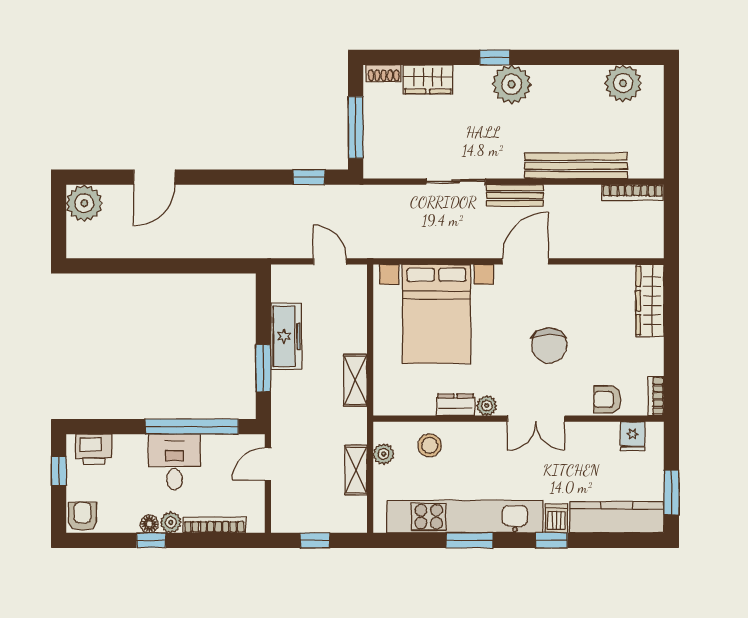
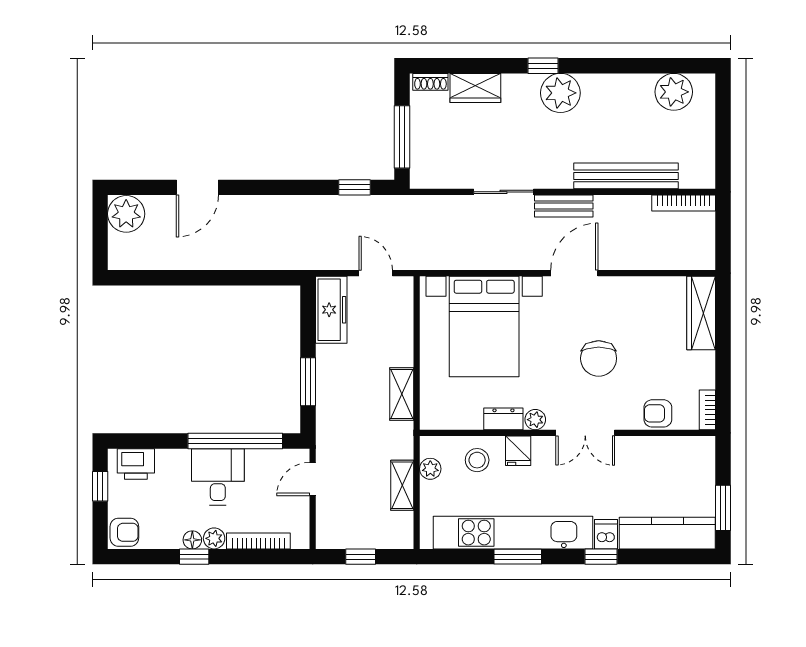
freezer: (286, 336) -> (331, 310), moved
fridge: (633, 436) -> (518, 451), moved
armchair: (83, 516) -> (124, 532), turned 90

